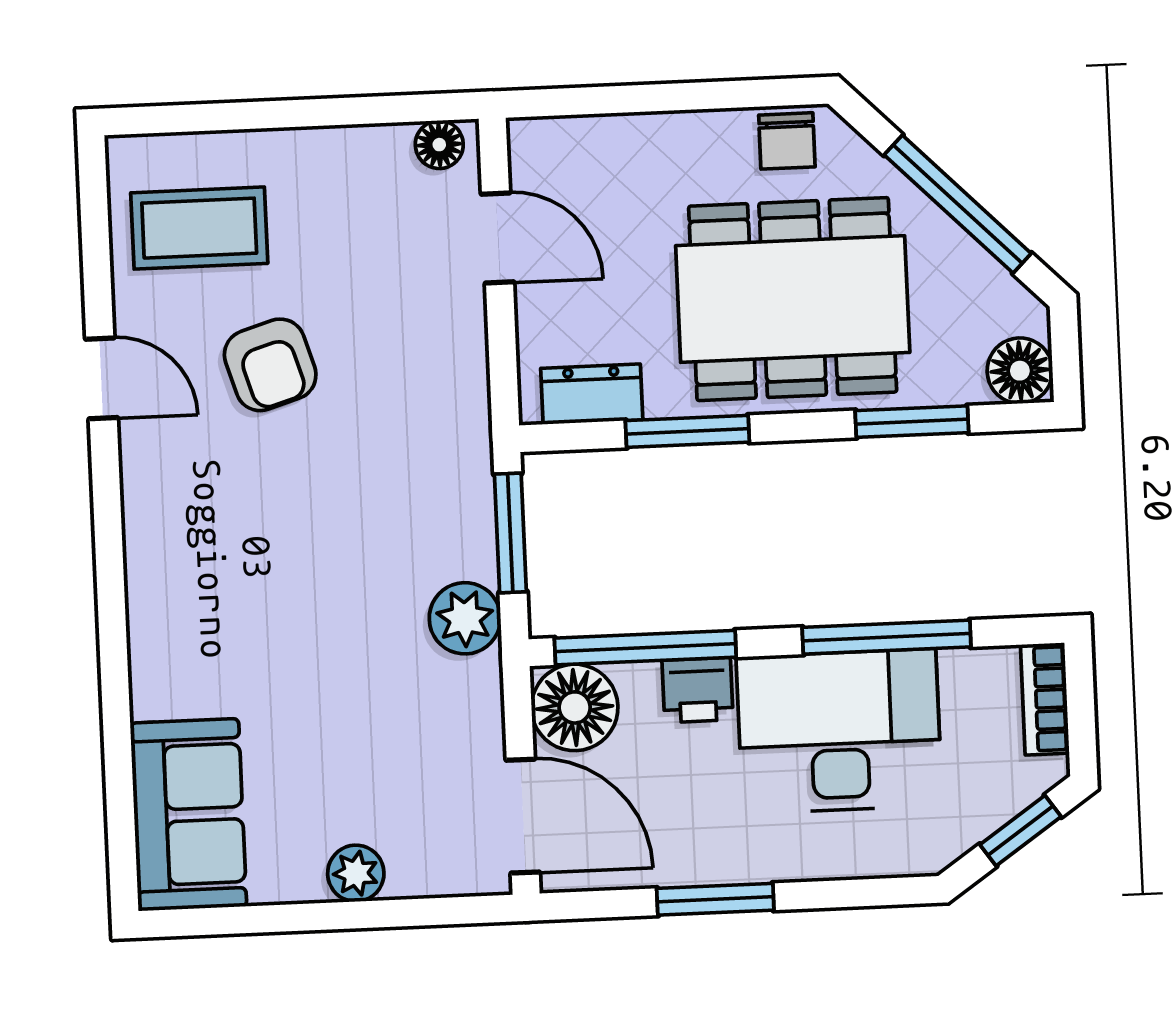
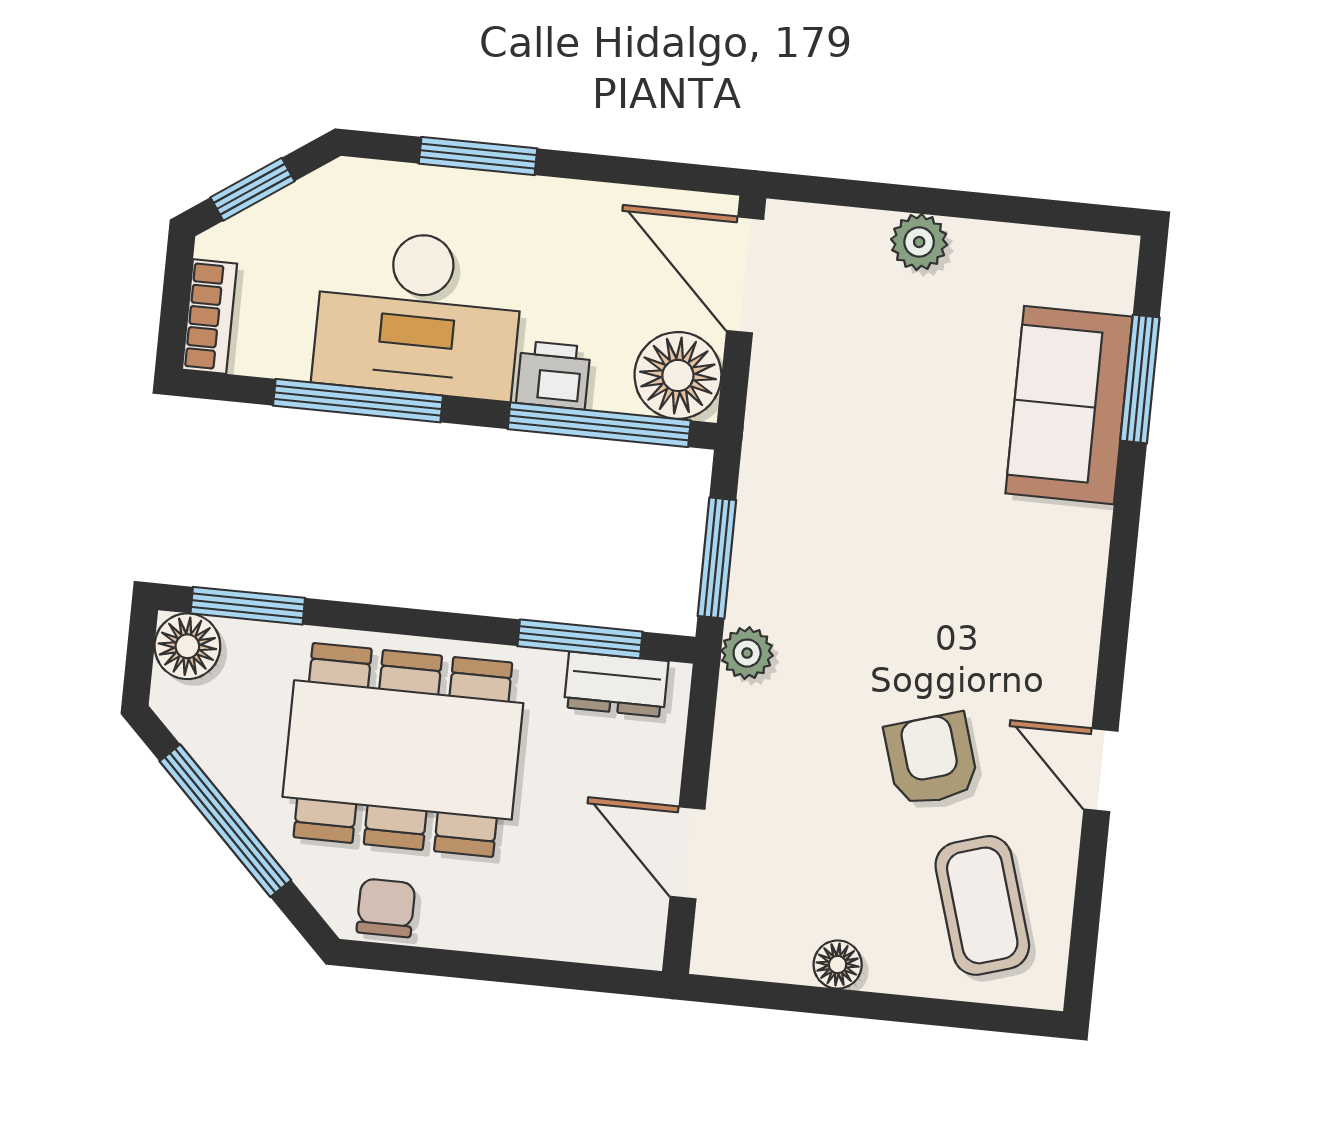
floor lamp: (439, 145) -> (838, 965), moved
coffee table: (199, 228) -> (982, 905), turned 73
window: (912, 422) -> (248, 606), moved
window: (687, 431) -> (580, 639), moved
plant: (465, 618) -> (747, 653), moved, width x0.73, depth x0.73
window: (119, 770) -> (1140, 379), added
sofa: (188, 815) -> (1069, 405), moved
window: (715, 899) -> (478, 156), moved

